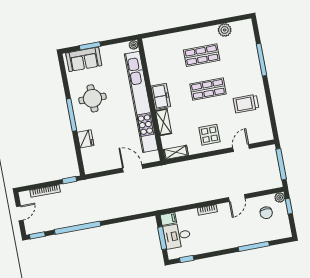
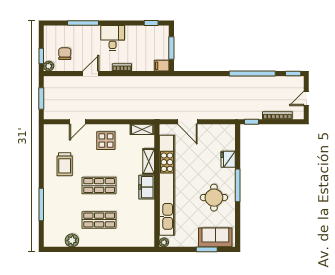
trolley: (246, 104) -> (65, 164), turned 90
window: (281, 164) -> (41, 99), width x0.69
desk: (177, 236) -> (113, 38), moved, turned -90

